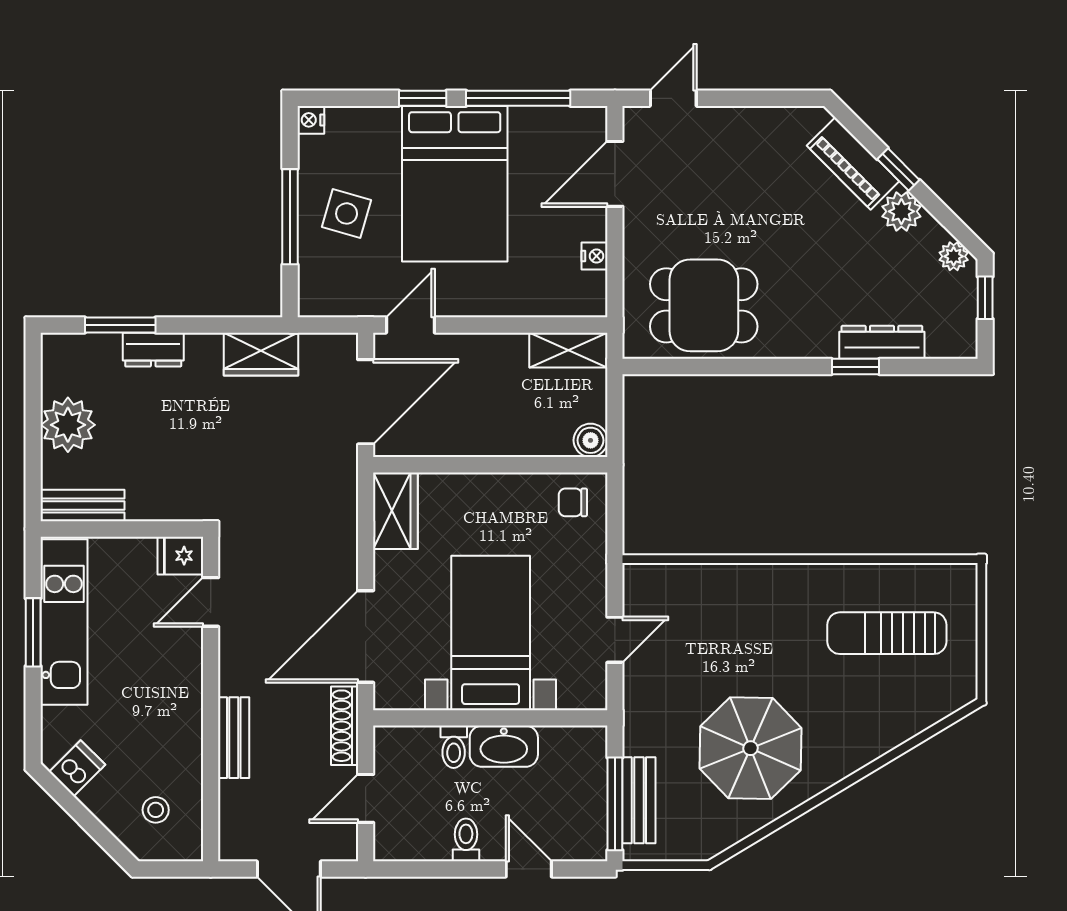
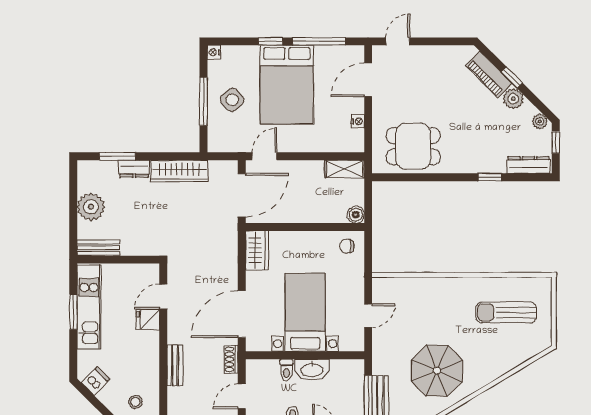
side table: (347, 213) -> (232, 100), turned 33
dresser: (882, 342) -> (528, 165), moved
wardrobe: (261, 354) -> (179, 171), width x1.50
fridge: (180, 556) -> (148, 319), moved
shoe rack: (345, 726) -> (231, 359), width x0.70

